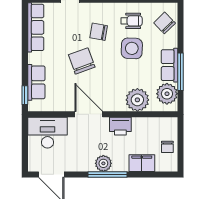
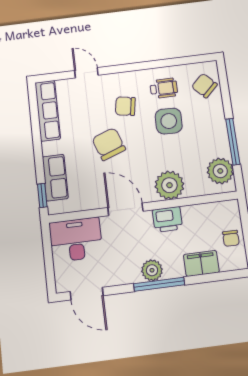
row of seats: (169, 65) -> (218, 135), removed
plant: (137, 100) -> (169, 185), moved

